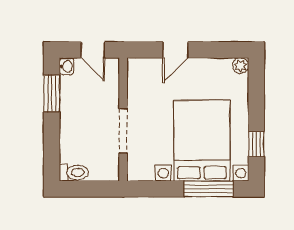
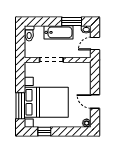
door: (175, 50) -> (95, 102), moved
bathtub: (72, 118) -> (59, 32), added

